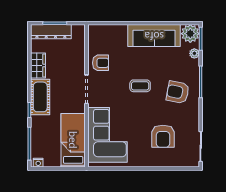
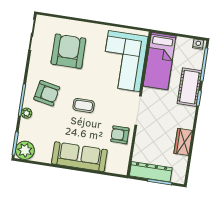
dresser: (51, 32) -> (151, 172), moved
sofa: (154, 36) -> (79, 157), moved
plant: (194, 53) -> (26, 113), moved
cot: (40, 97) -> (189, 87), moved
armchair: (163, 136) -> (68, 51), width x1.36, depth x1.36

